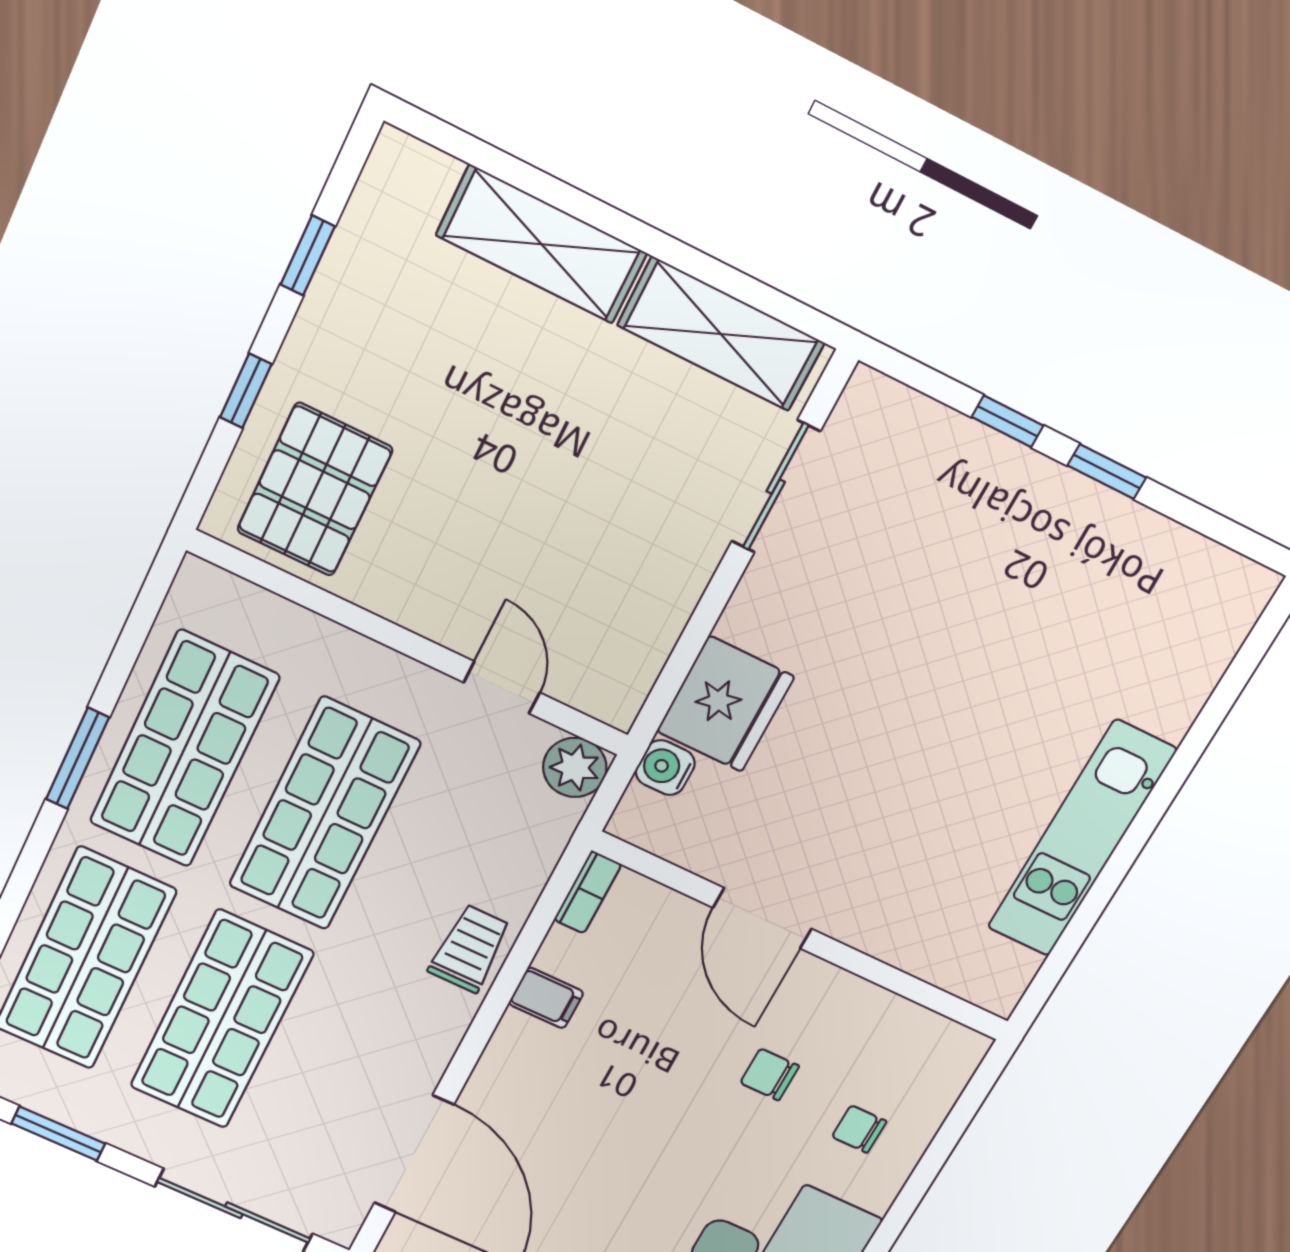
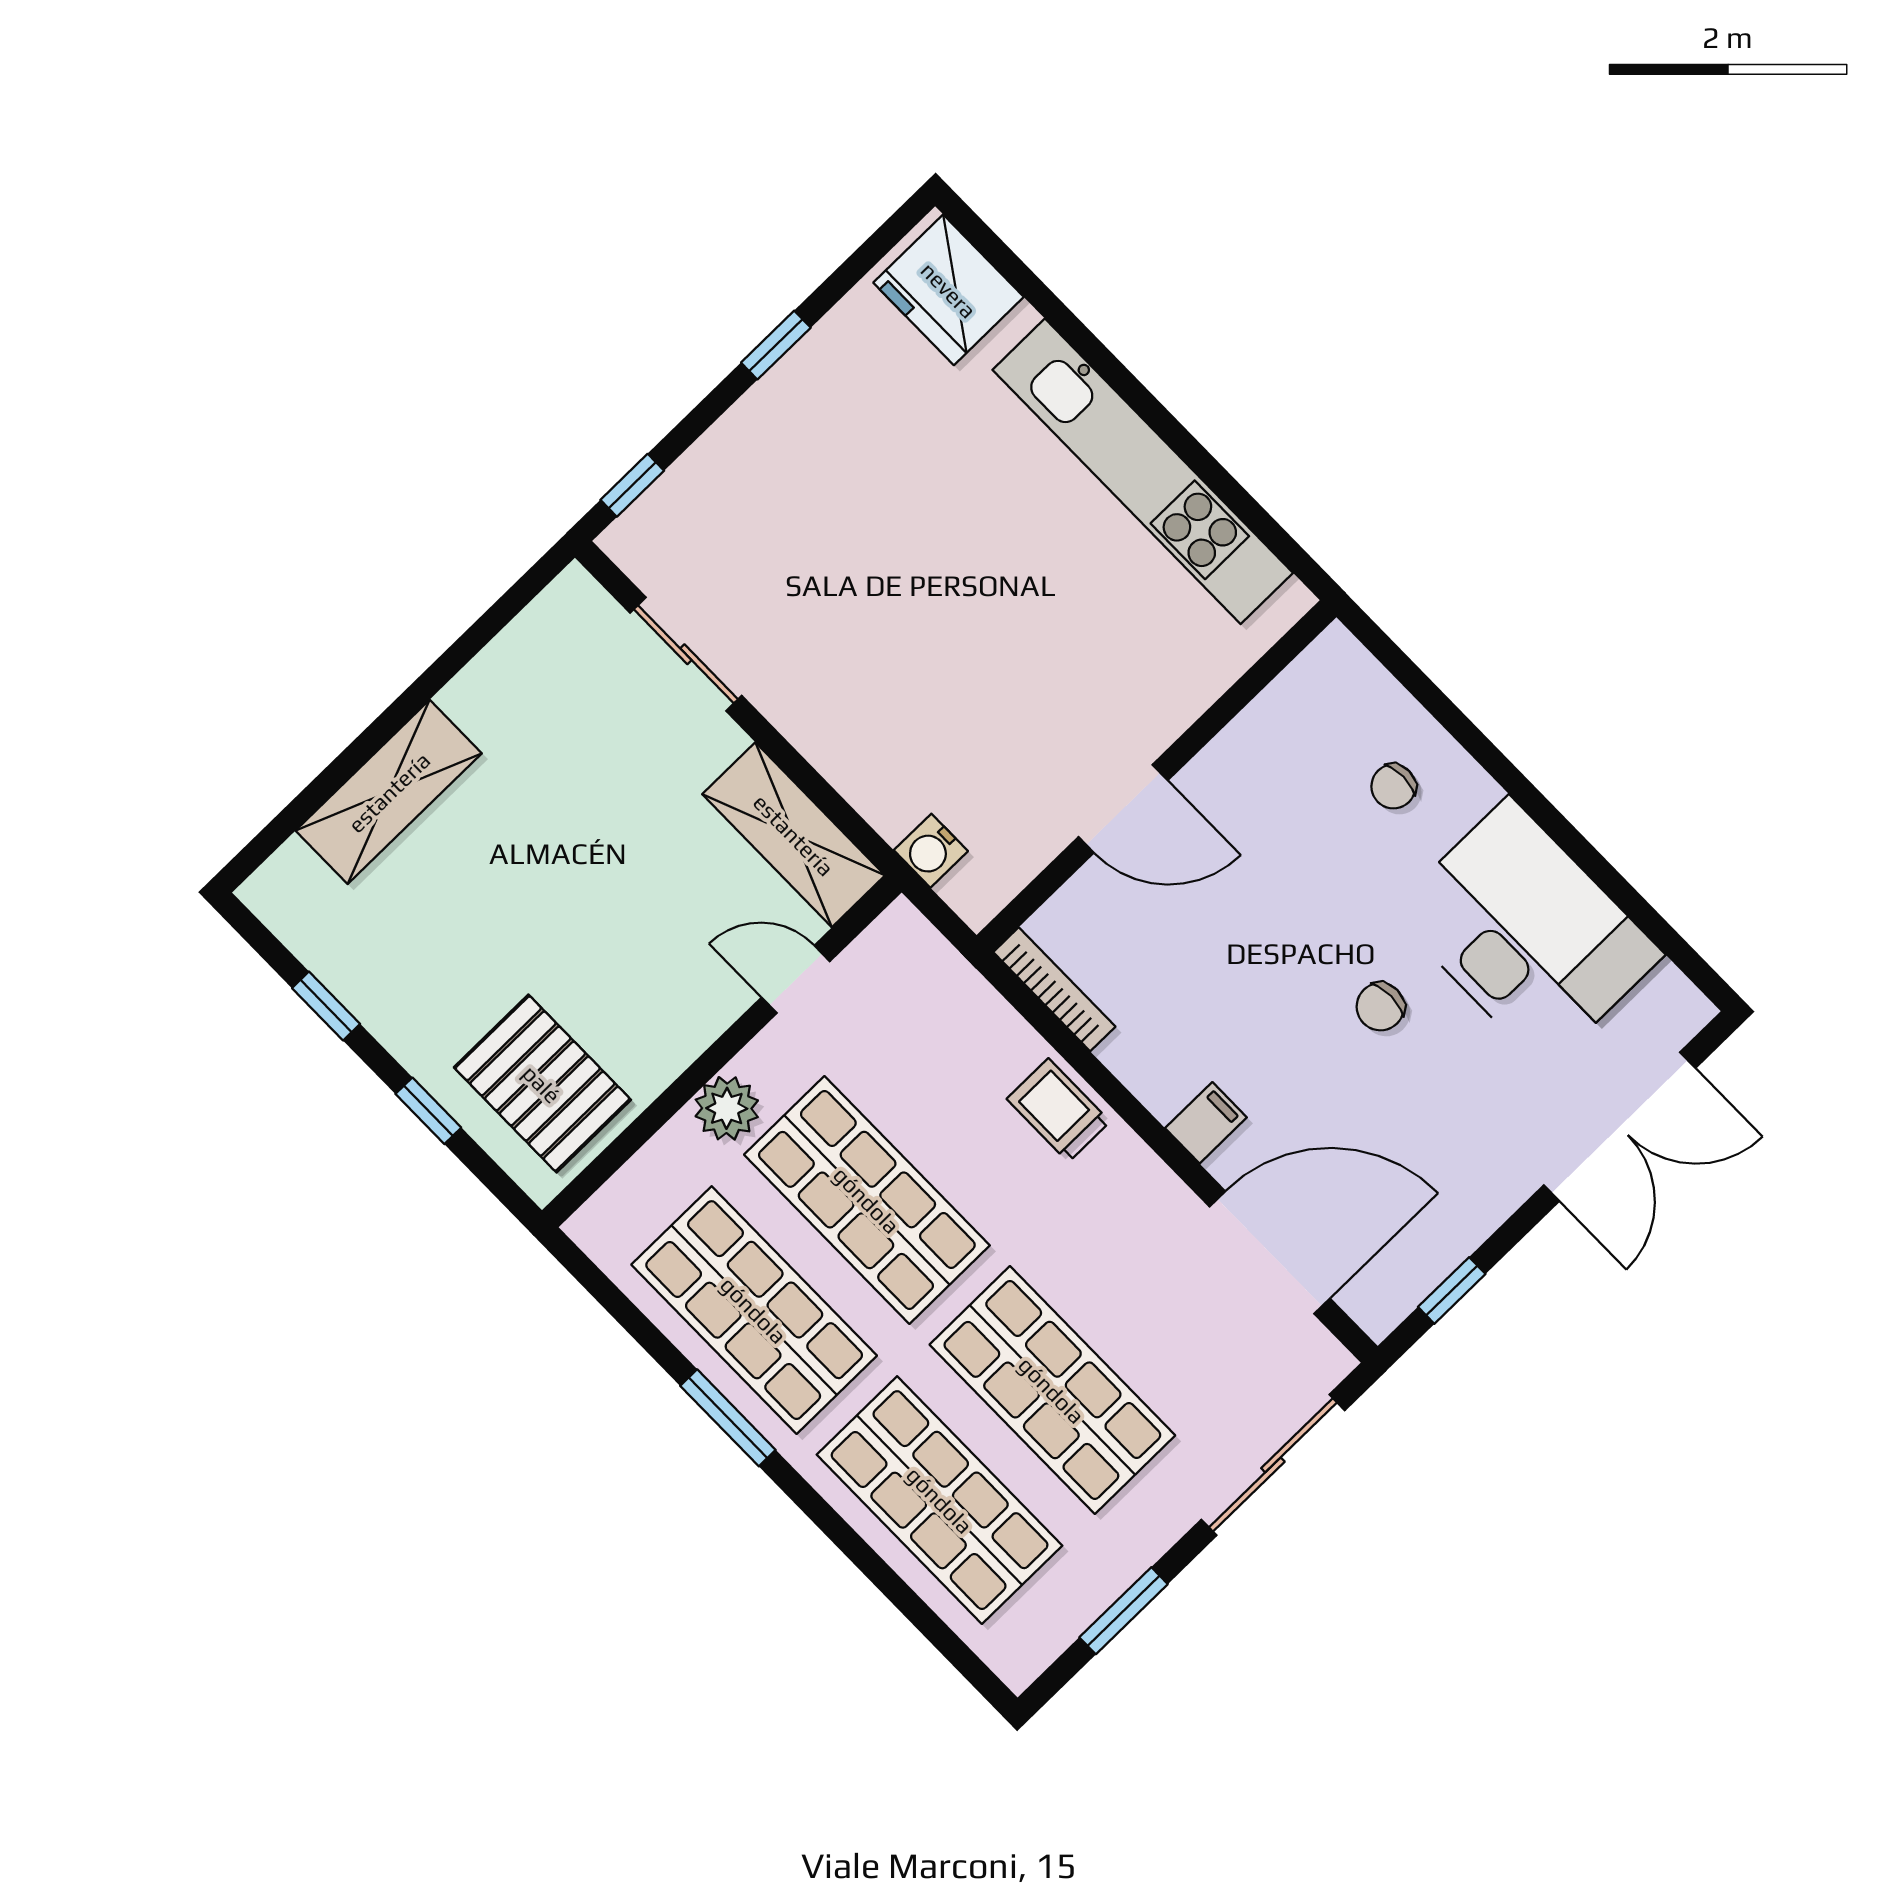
shelving: (721, 334) -> (794, 835), moved, turned 90
window: (1008, 421) -> (632, 485), moved
fridge: (725, 704) -> (949, 290), moved, turned 180
plant: (575, 768) -> (727, 1108), moved
kitchen unit: (1081, 839) -> (1143, 471), width x1.36
bookcase: (588, 892) -> (1054, 989), width x1.56
filing cabinet: (546, 998) -> (1206, 1123), moved
chair: (770, 1074) -> (1380, 1007), moved

